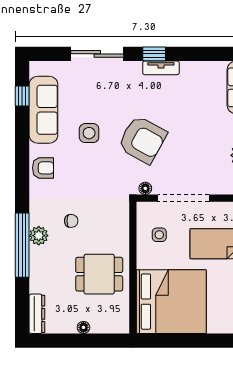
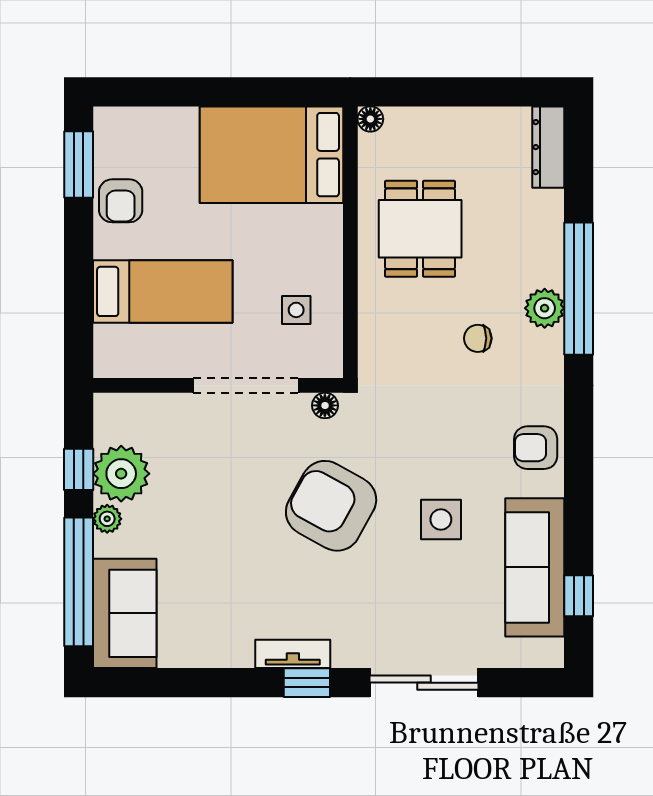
dining table: (99, 274) -> (420, 229), turned 90
bed: (171, 302) -> (271, 155), width x0.73
floor lamp: (83, 327) -> (370, 119), moved

